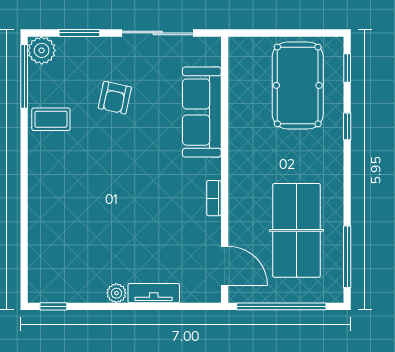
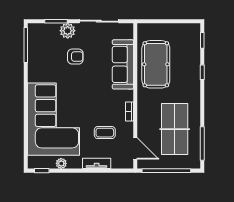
plant: (42, 50) -> (68, 31), moved
pool table: (298, 85) -> (156, 64), moved
armchair: (115, 98) -> (75, 57), turned -102
coffee table: (51, 119) -> (105, 133), moved
corner sofa: (75, 212) -> (54, 119), added
plant: (116, 293) -> (61, 163), moved

